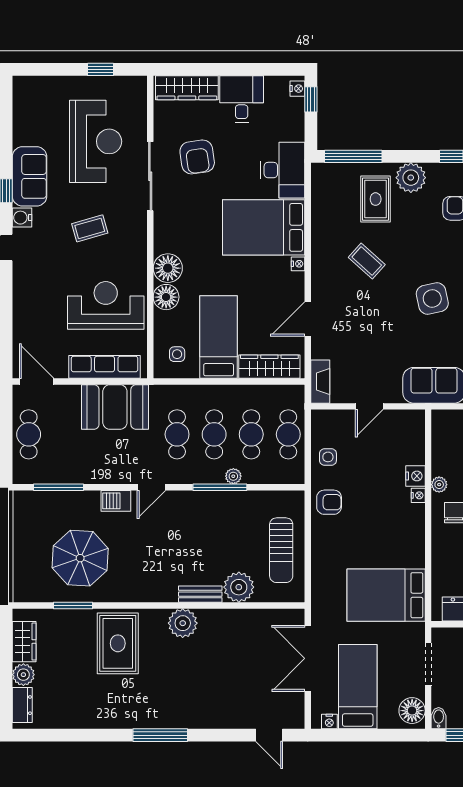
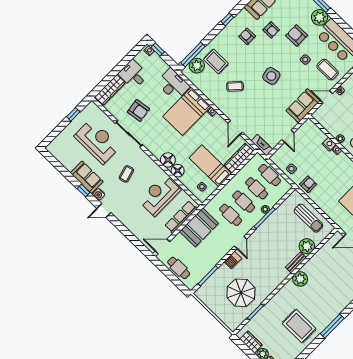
plant: (411, 178) -> (197, 66), moved
rug: (118, 643) -> (299, 326), moved

